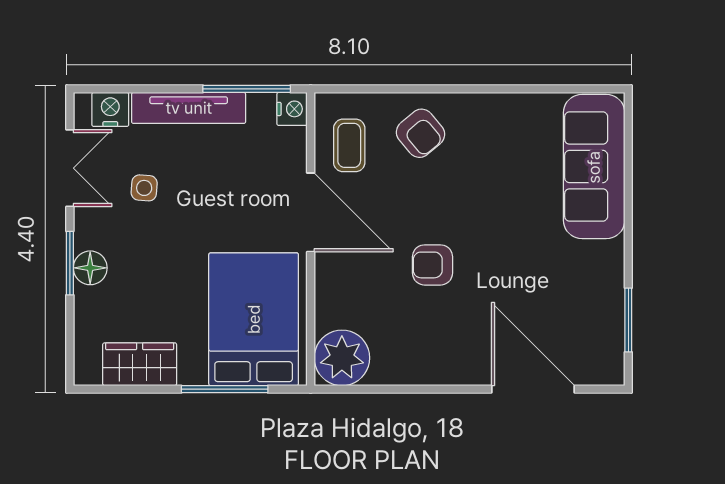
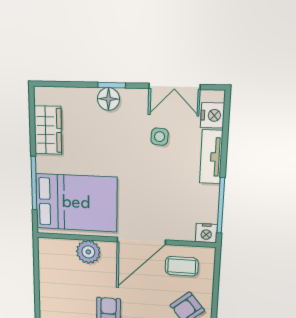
tv unit: (189, 108) -> (211, 157), width x0.71
window: (70, 263) -> (112, 85), width x0.67
plant: (342, 358) -> (88, 252), moved, width x0.73, depth x0.73

